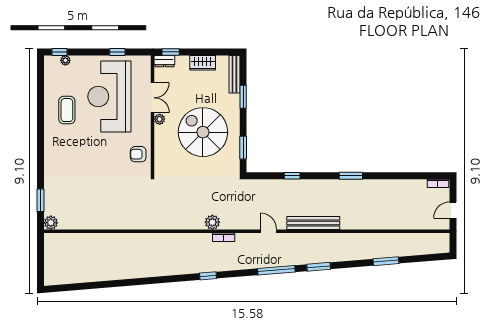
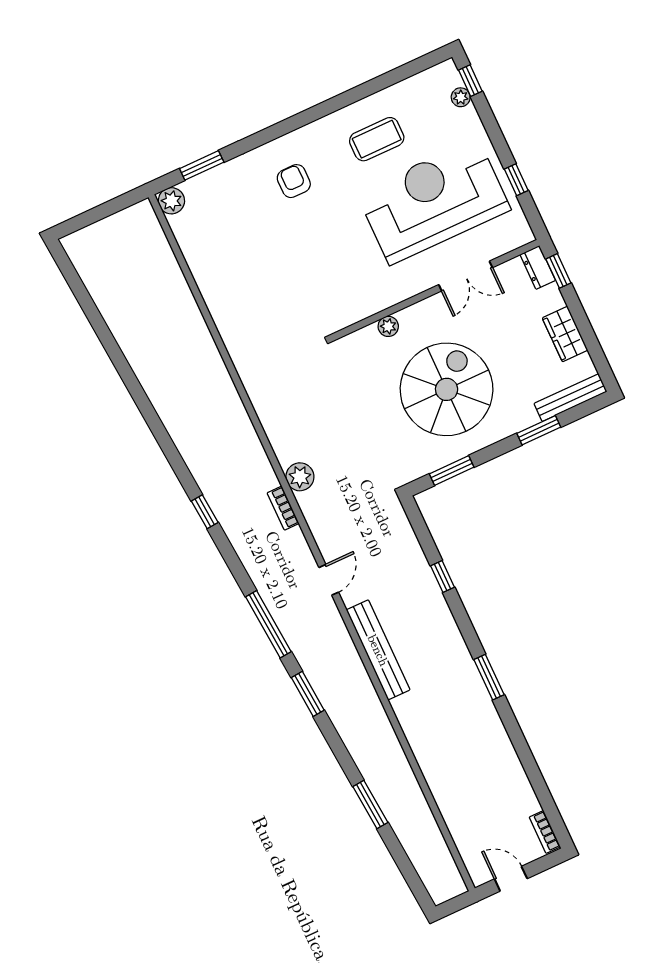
plant: (160, 119) -> (388, 326), moved
armchair: (138, 154) -> (294, 181), moved

